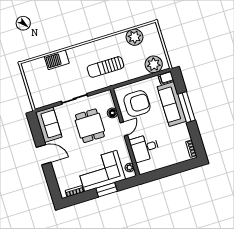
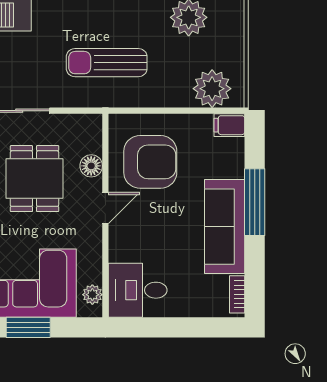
sofa: (172, 104) -> (225, 227), moved
desk: (145, 148) -> (138, 290), moved

